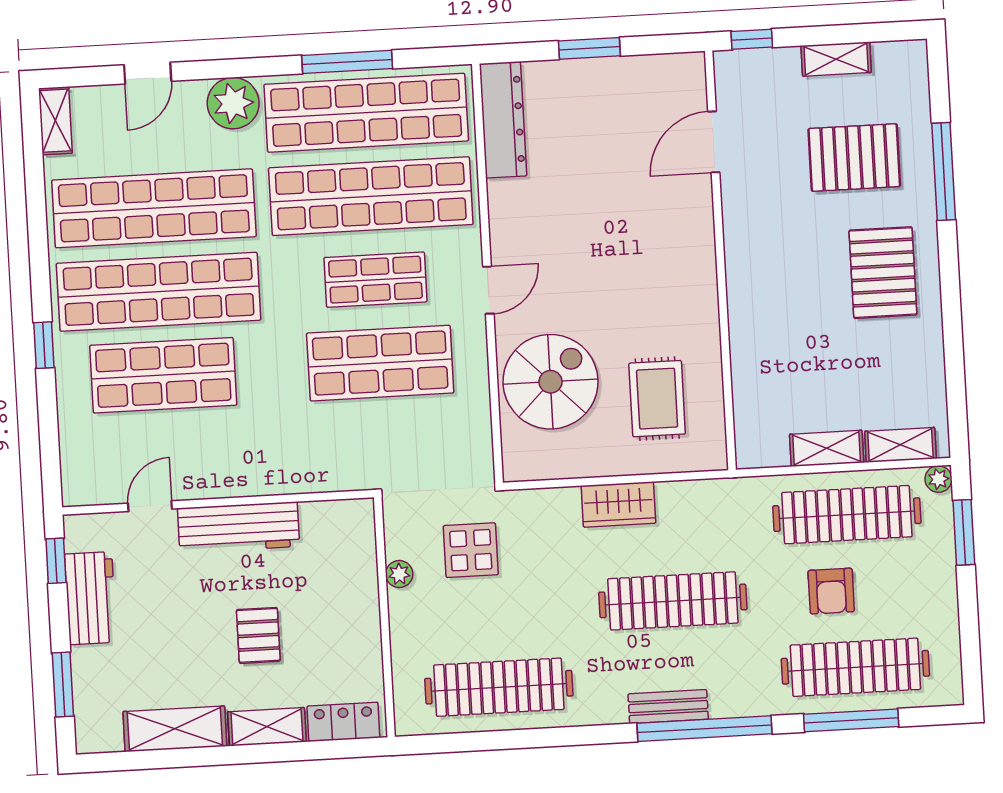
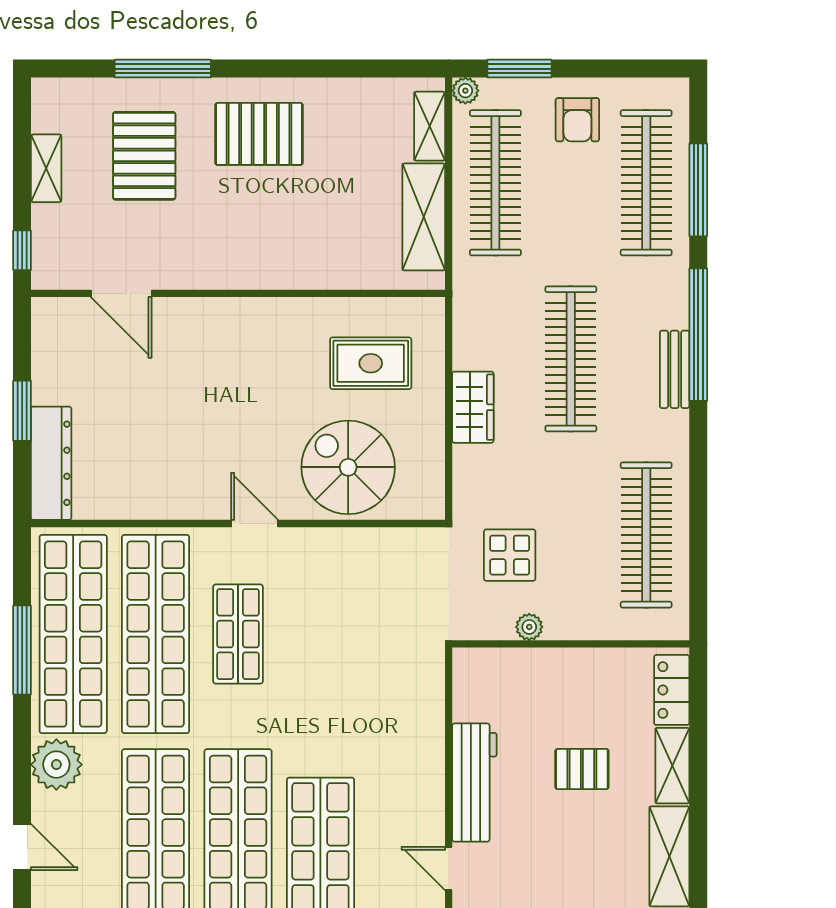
dresser: (503, 120) -> (51, 463), moved, turned 90
shop shelf: (380, 363) -> (320, 634), removed
shelving: (827, 448) -> (424, 217), width x1.50, depth x1.33
armchair: (831, 591) -> (577, 120), moved, turned 90

